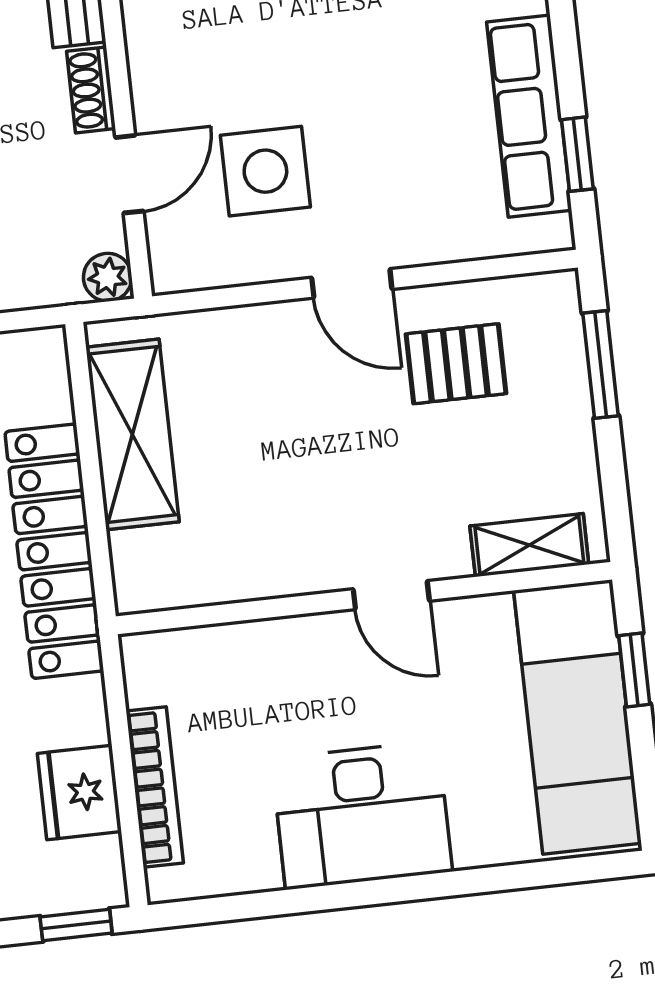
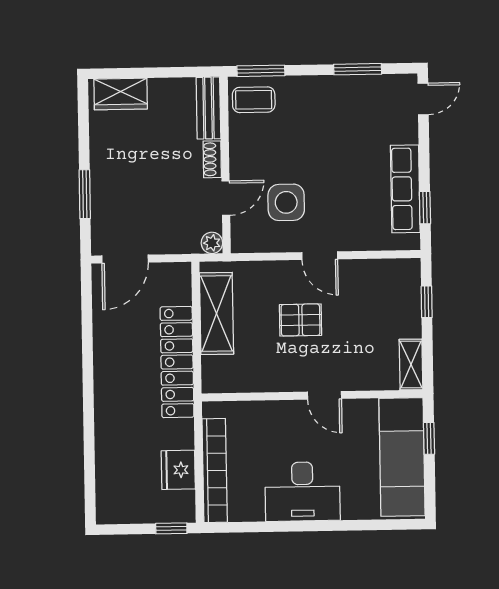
pallet: (456, 364) -> (301, 320), moved
window: (601, 364) -> (427, 302), width x0.67
shelving: (529, 545) -> (411, 365), moved, turned 90
bookcase: (155, 787) -> (215, 471), width x1.48, depth x1.31

